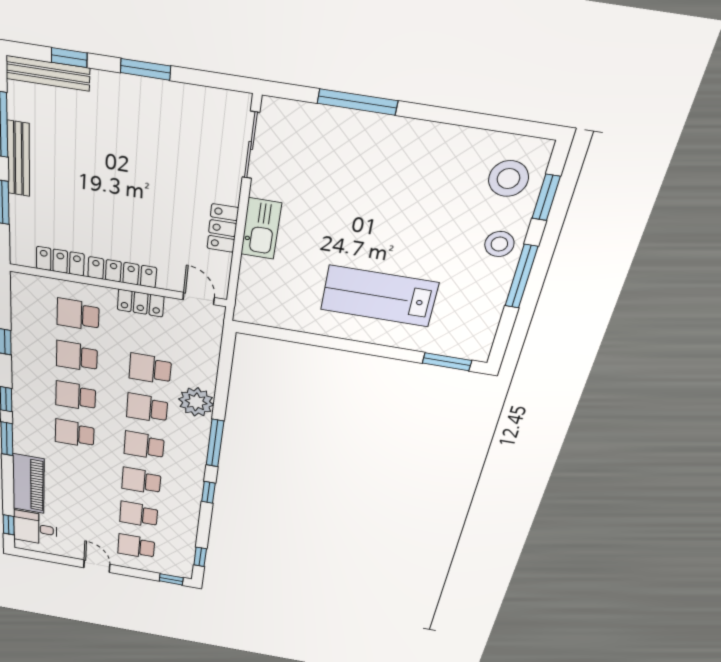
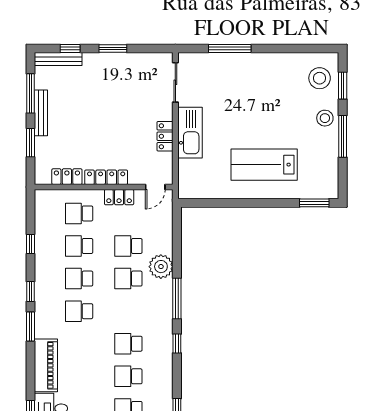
kitchen sink: (261, 229) -> (190, 133), width x1.36, depth x1.24
door: (199, 299) -> (155, 187), swing flipped
school desk: (144, 445) -> (128, 311), removed

